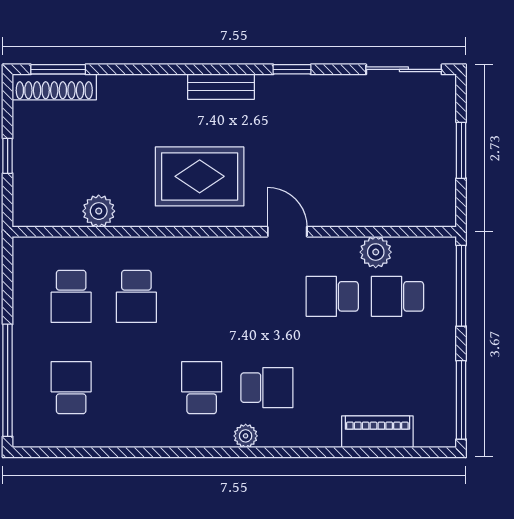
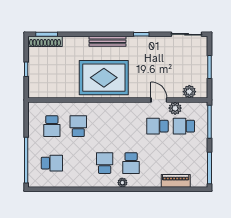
bench: (221, 87) -> (108, 41), width x1.36
rug: (200, 176) -> (104, 78), width x1.37, depth x1.44
plant: (99, 211) -> (189, 92), moved
door: (287, 232) -> (159, 100), moved
school desk: (136, 296) -> (78, 126), turned 180
school desk: (71, 388) -> (52, 163), turned 90
school desk: (267, 388) -> (131, 163), turned 90

